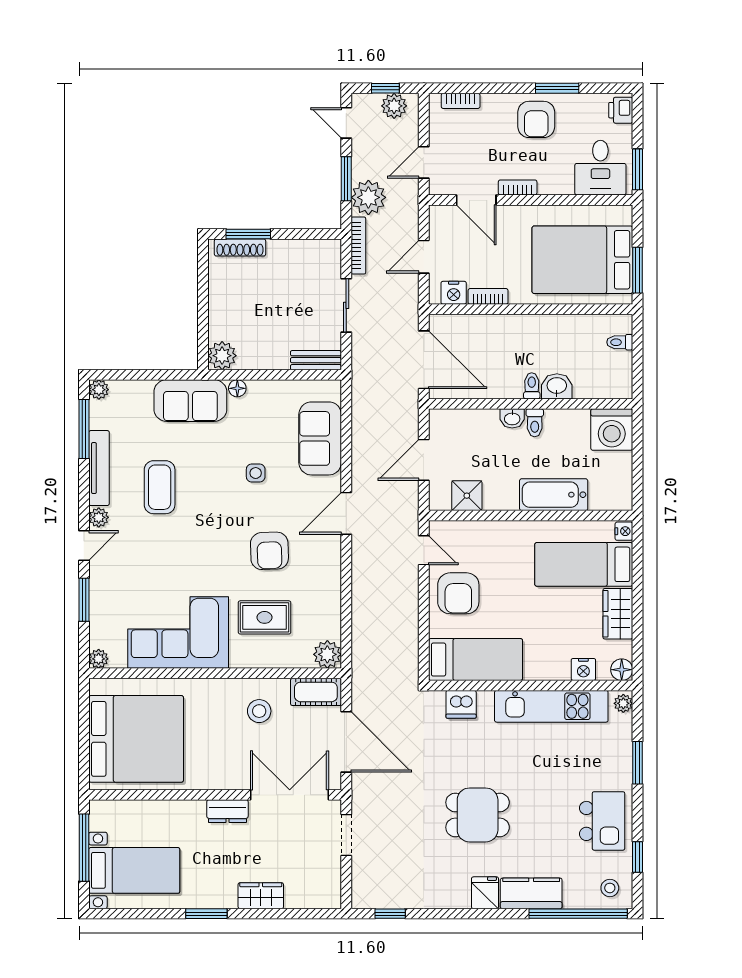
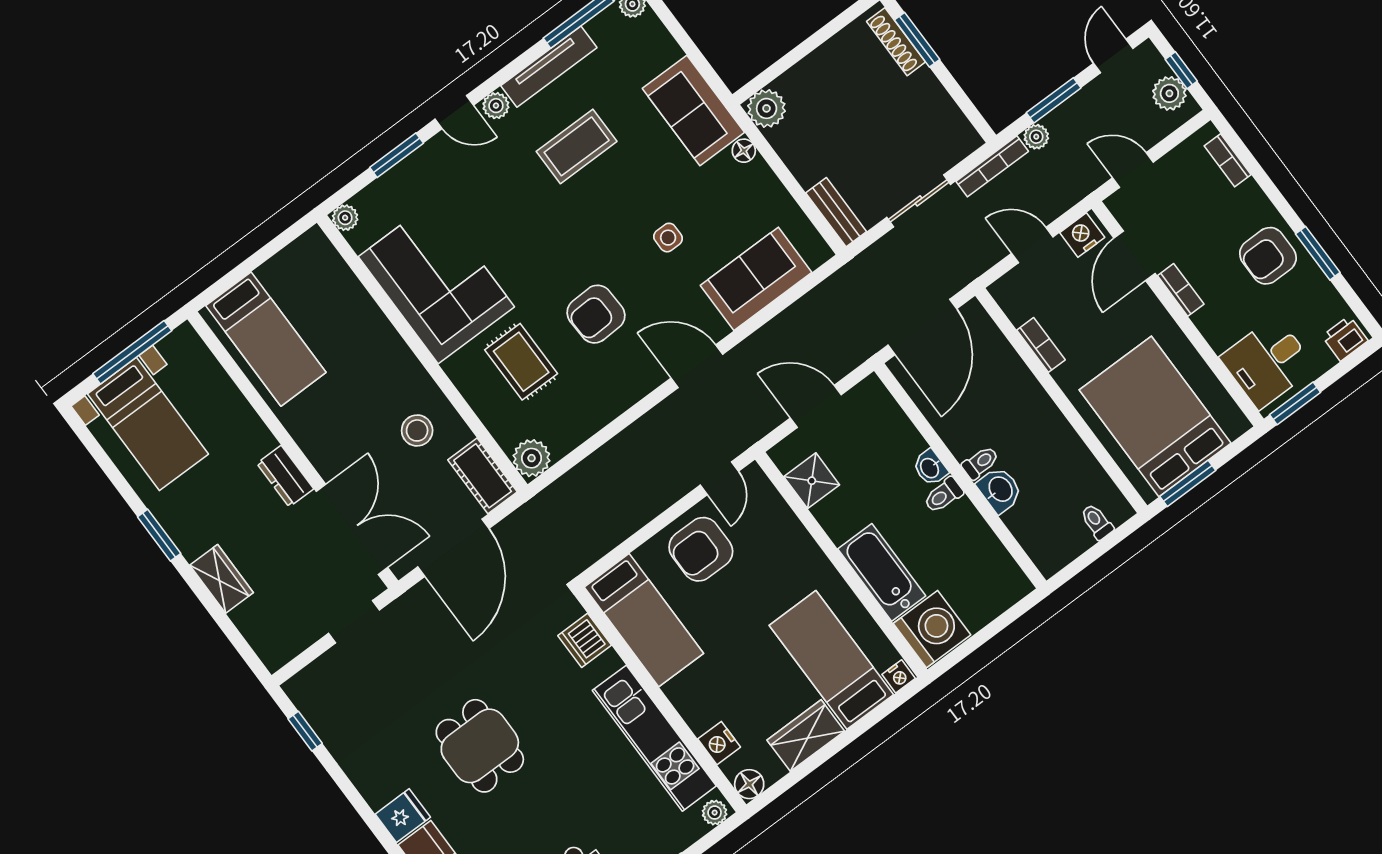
plant: (368, 197) -> (1036, 137), width x0.53, depth x0.53
nightstand: (454, 293) -> (1082, 235), moved, turned 90
washing machine: (612, 430) -> (932, 629), moved, turned 180
bed: (136, 739) -> (266, 339), width x0.49

